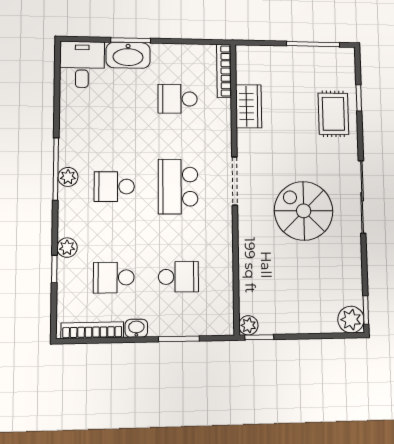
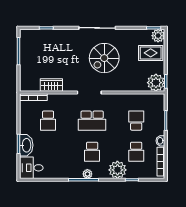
rug: (333, 114) -> (151, 53), moved
plant: (67, 248) -> (117, 170), width x1.88, depth x1.88
plant: (248, 325) -> (156, 83), width x1.87, depth x1.87

